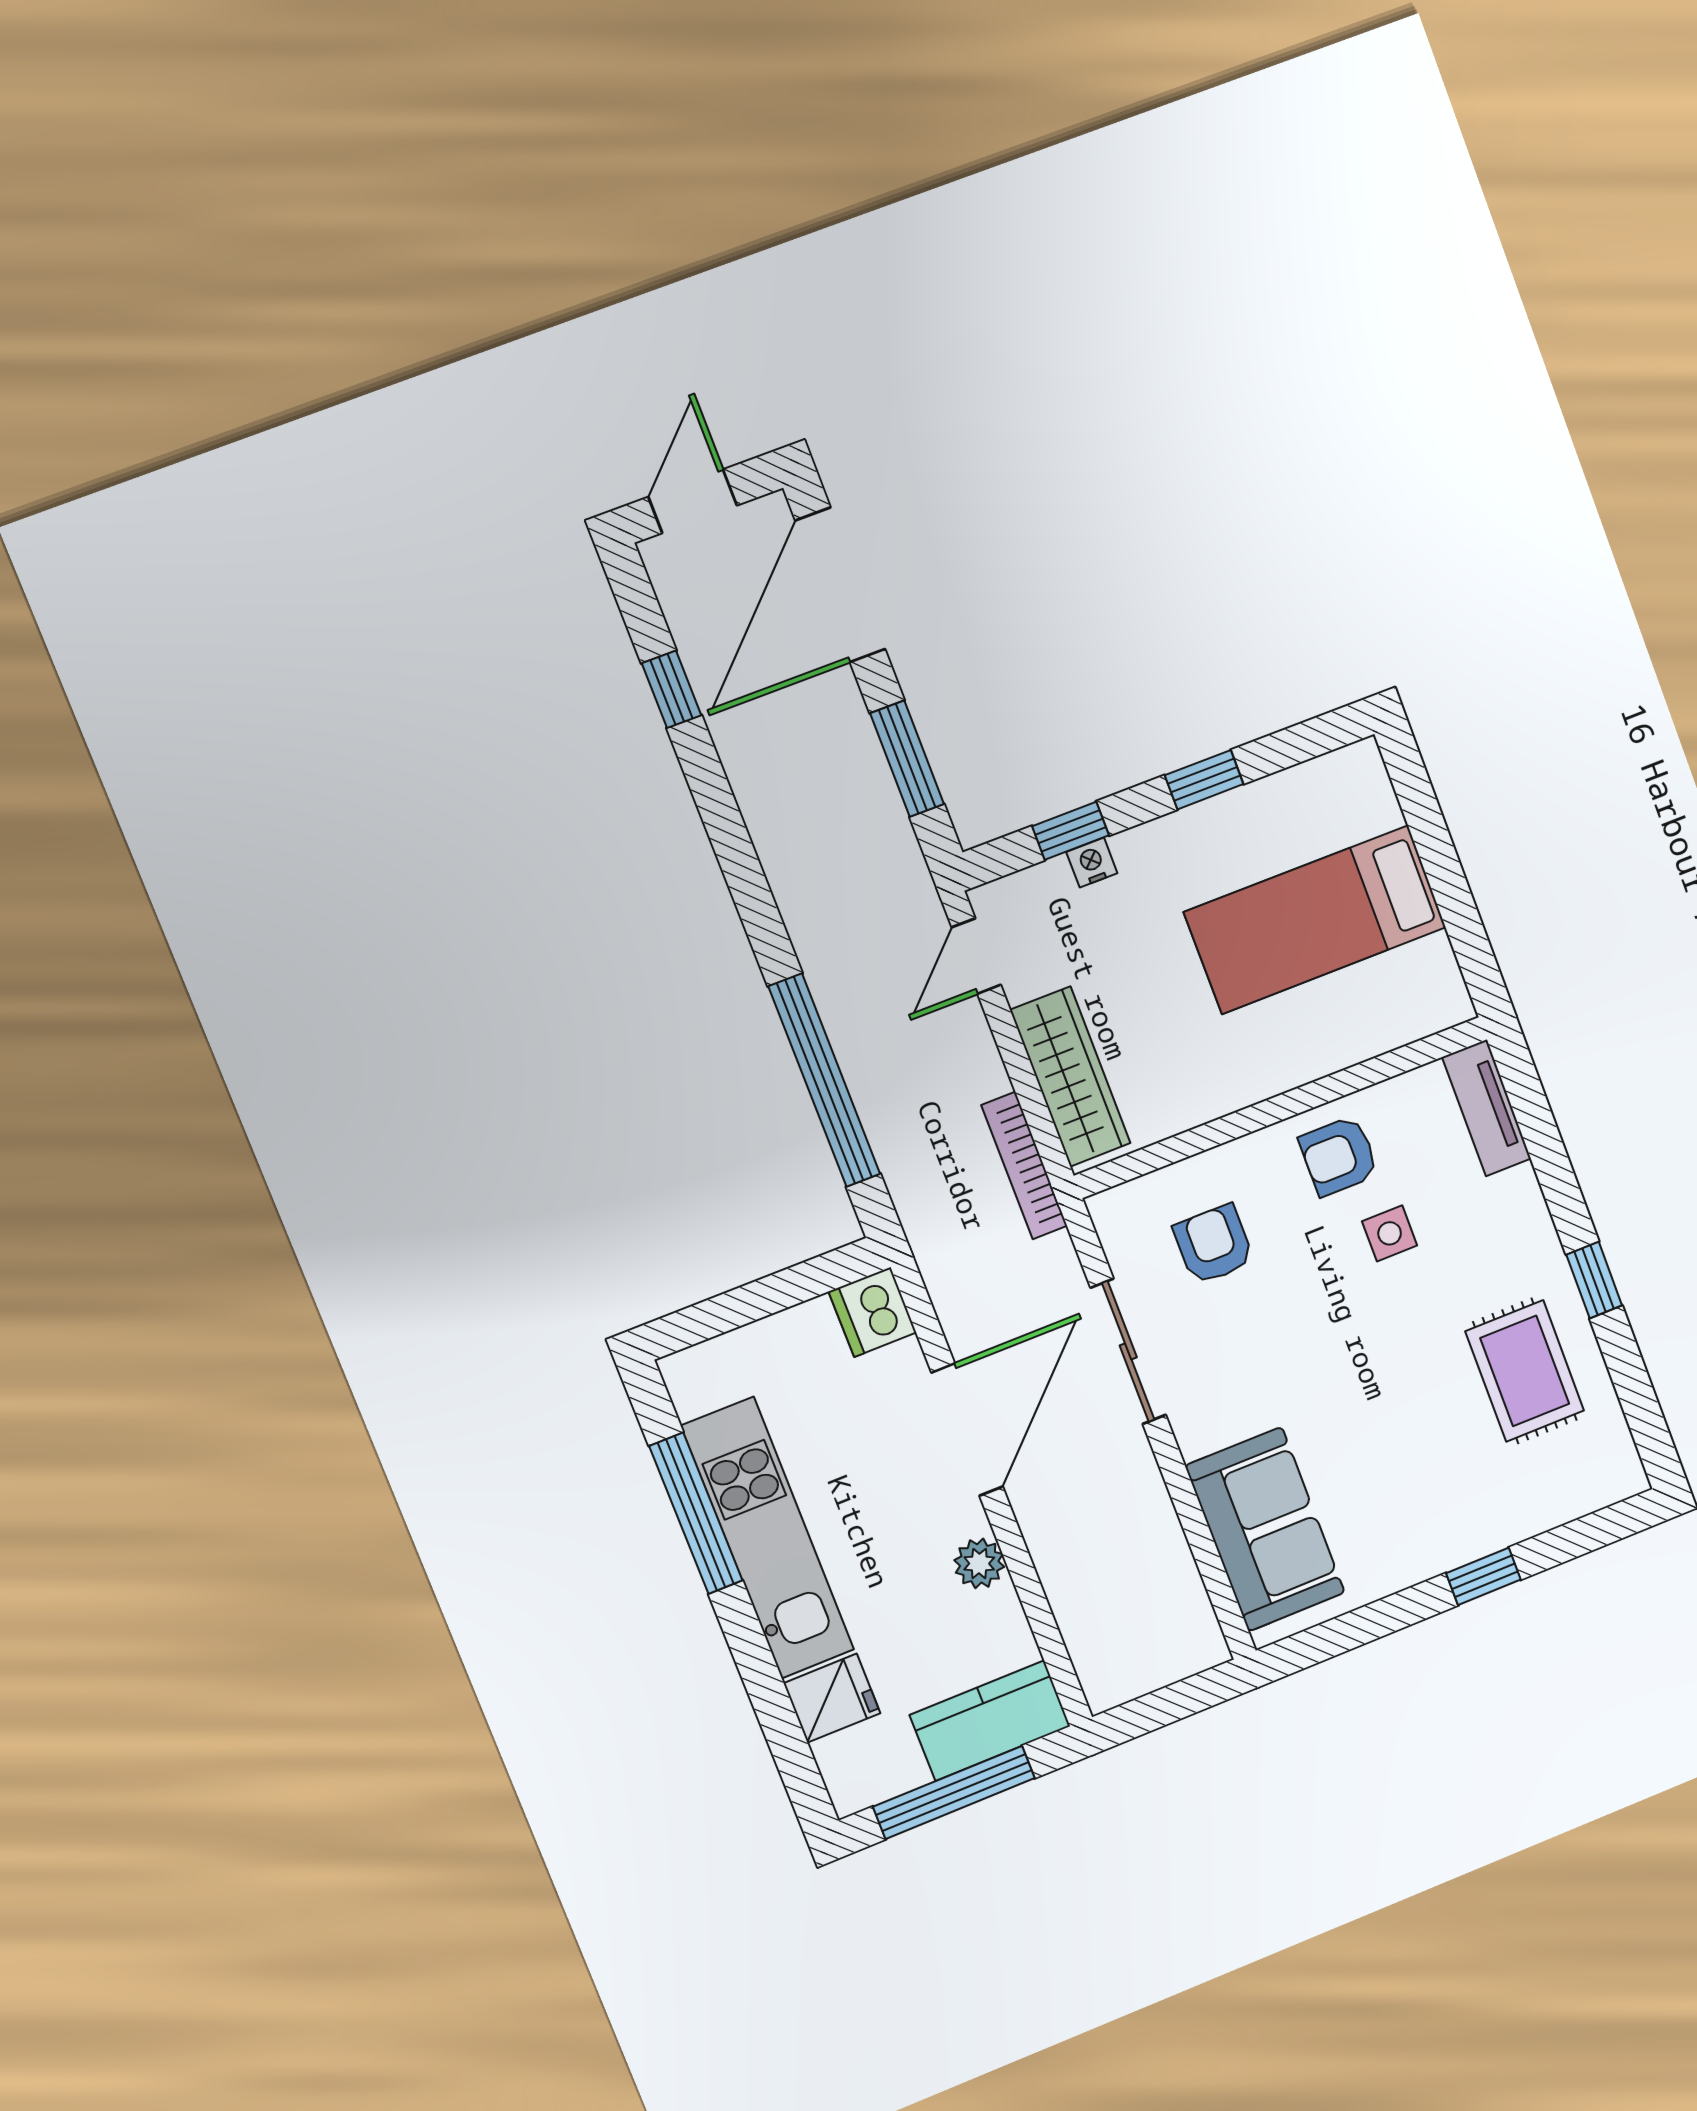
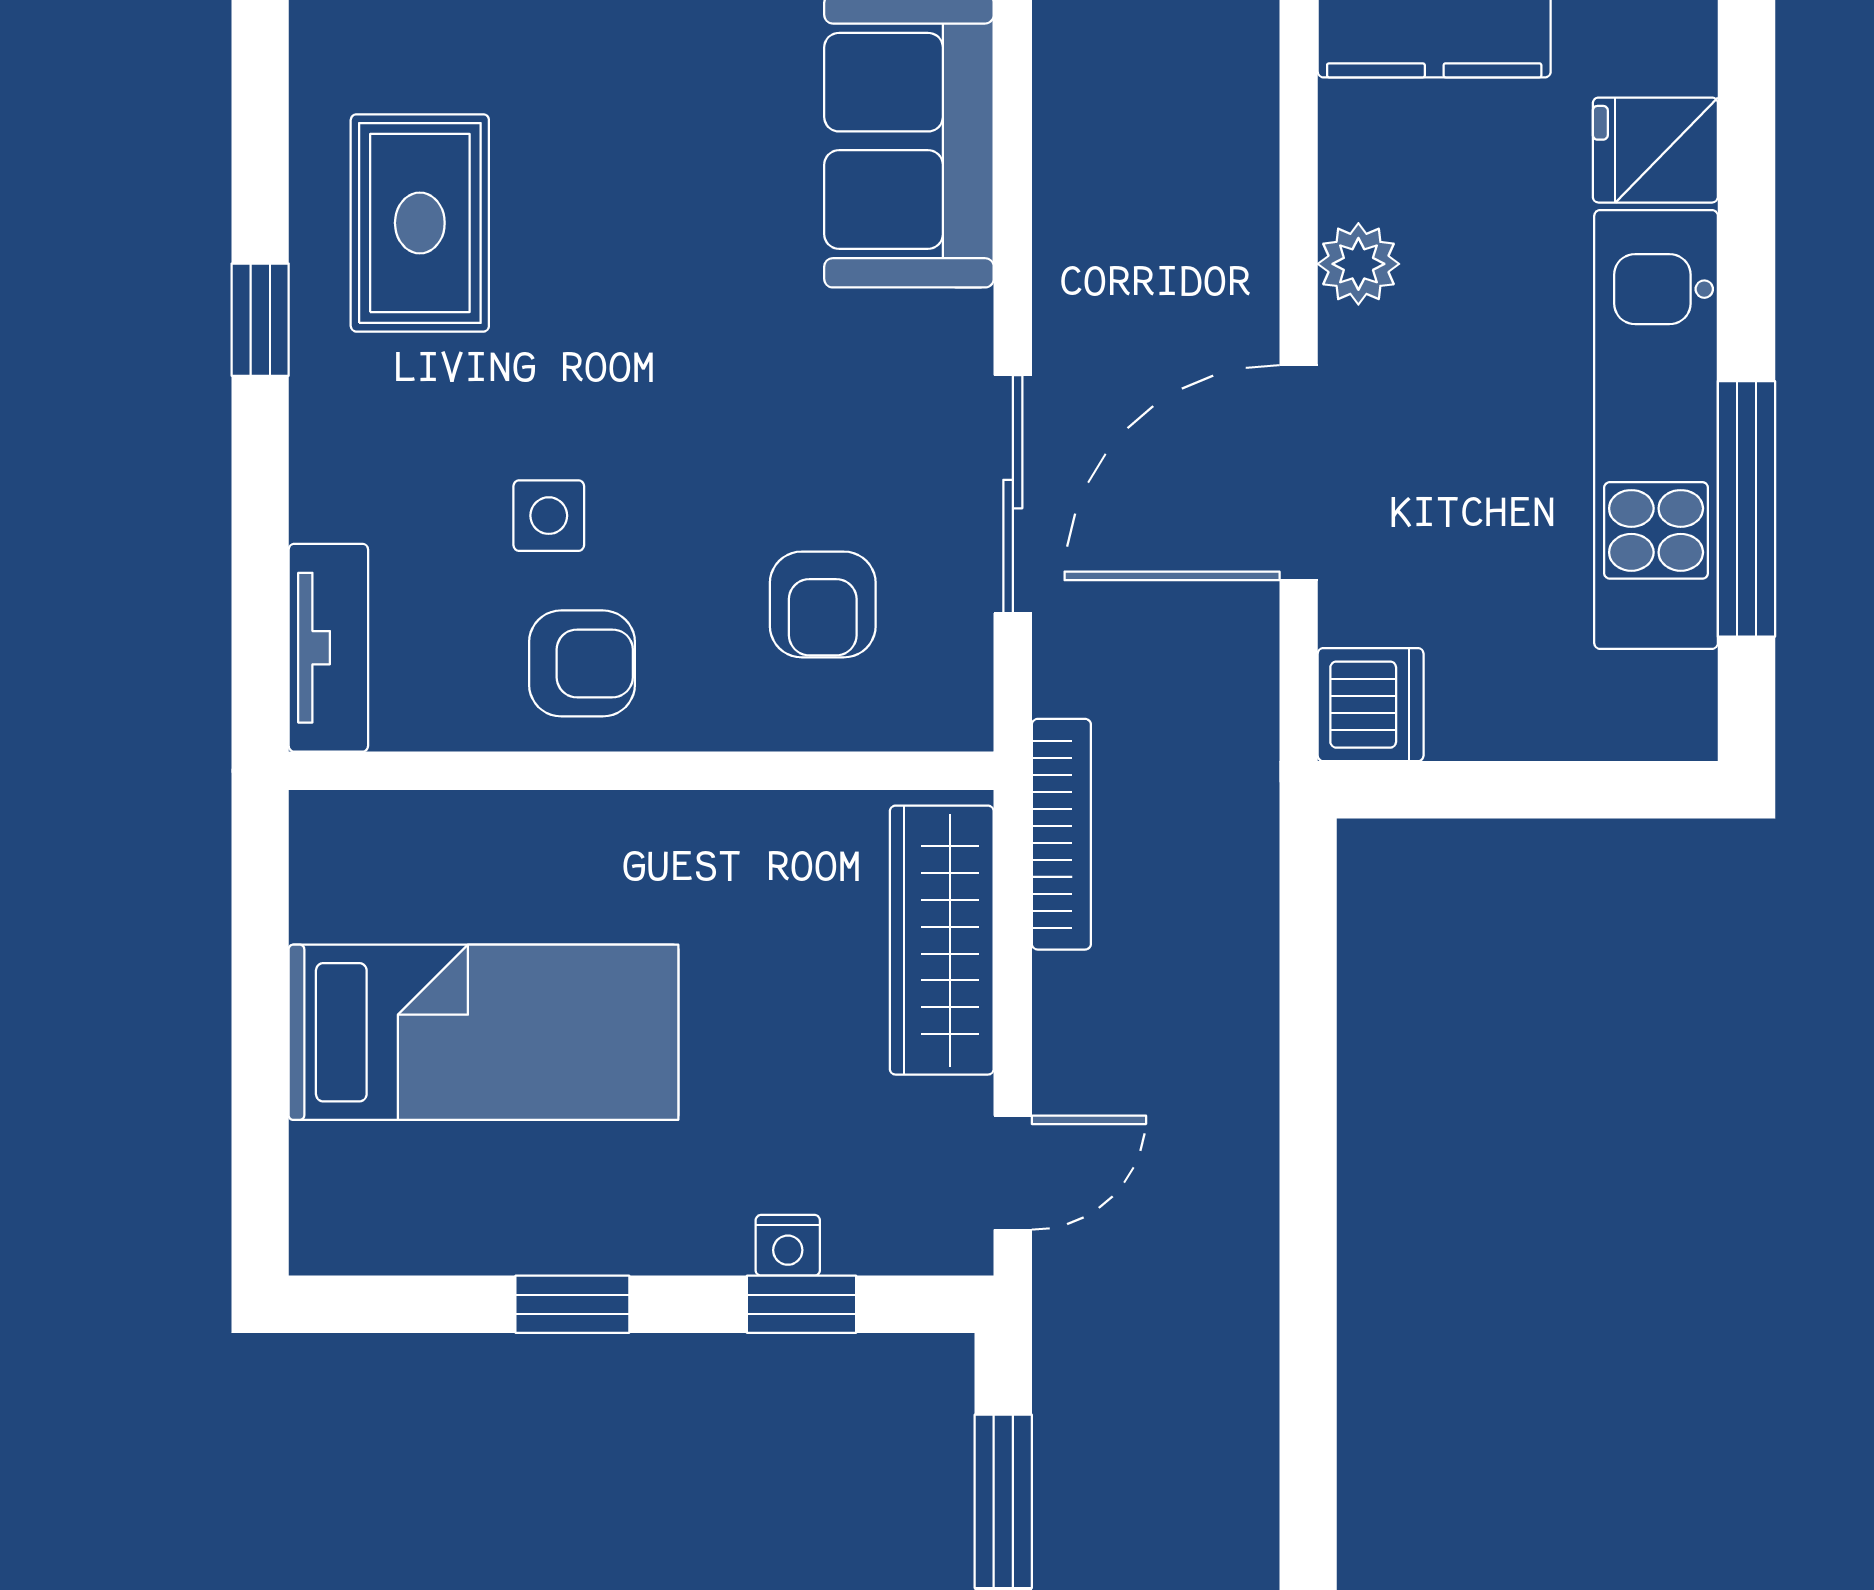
window: (824, 1080) -> (1308, 1076), removed

